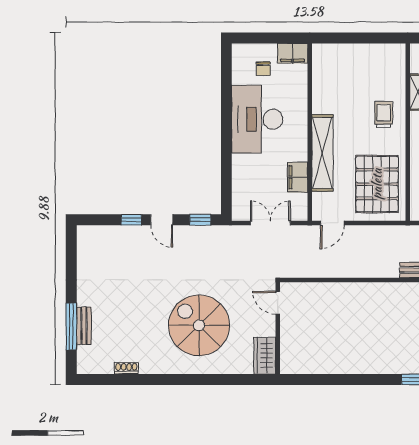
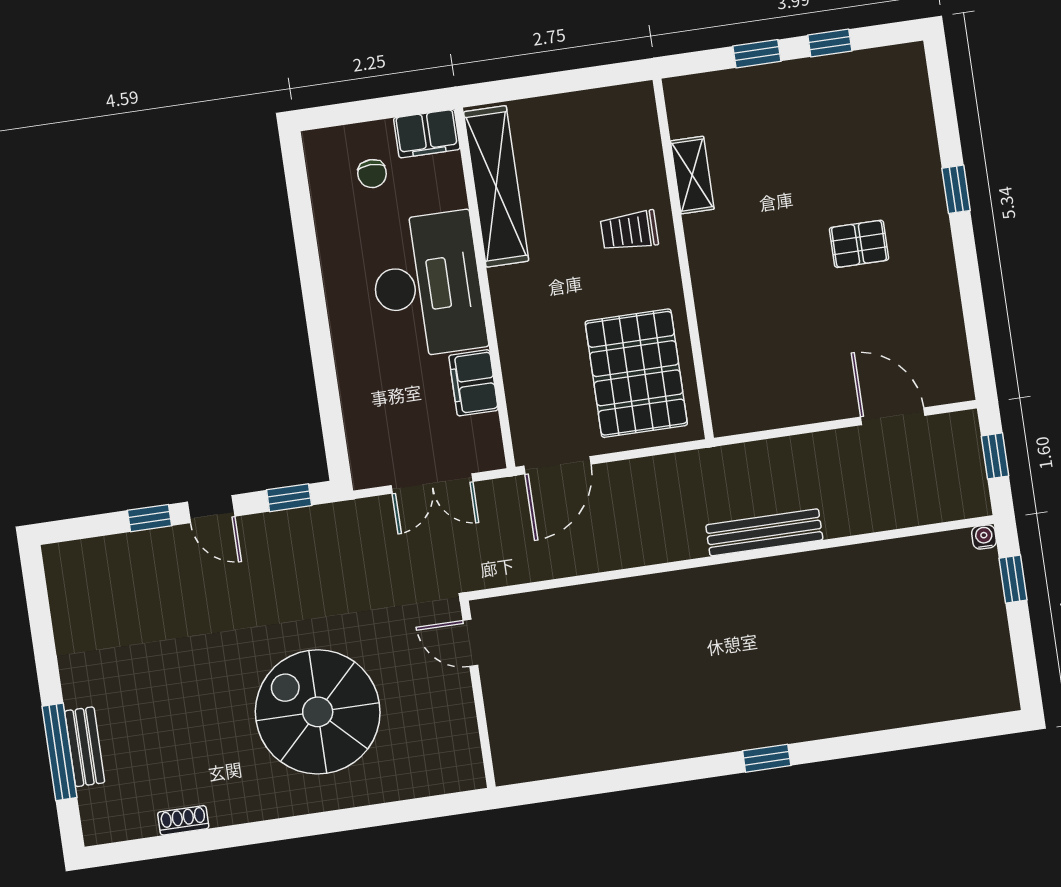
trolley: (384, 115) -> (629, 231), turned -90
desk: (257, 119) -> (427, 285), moved, turned 180
shelving: (322, 153) -> (496, 186), moved
double door: (270, 223) -> (432, 484), swing flipped
door: (332, 223) -> (557, 465), width x1.38
wardrobe: (265, 356) -> (460, 754), removed

